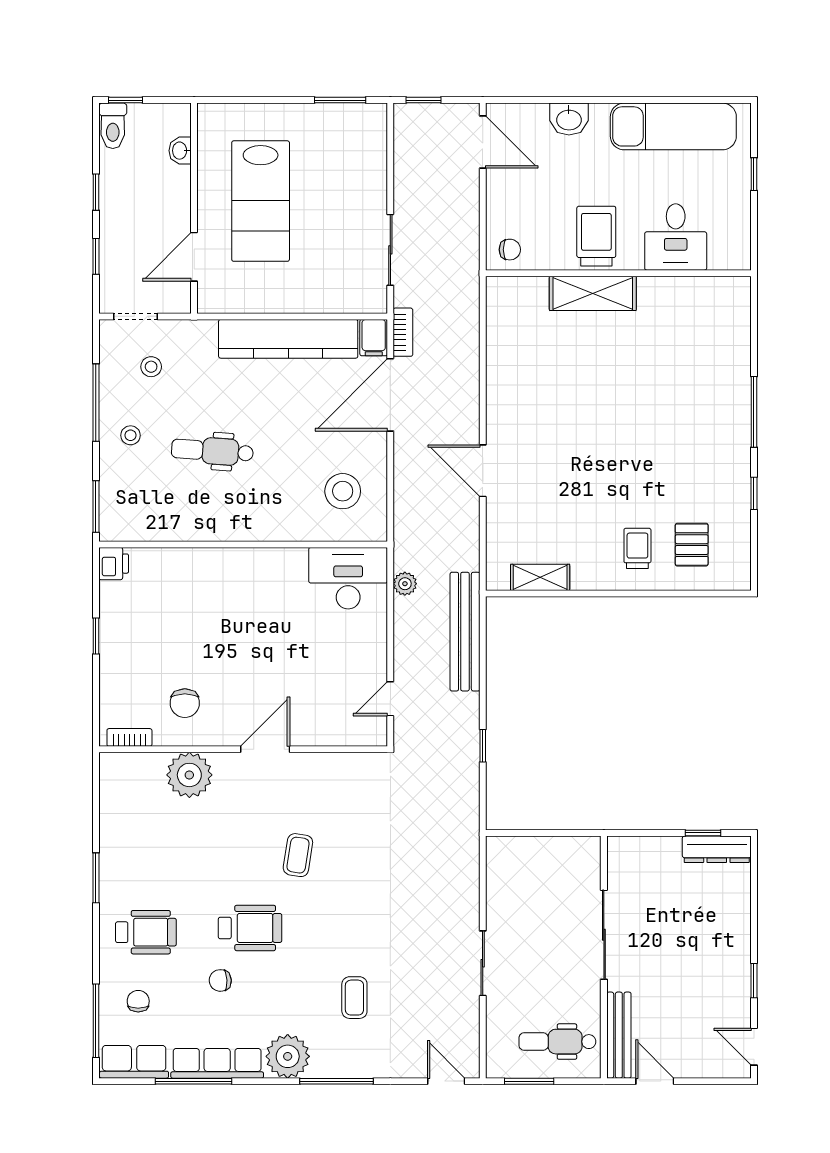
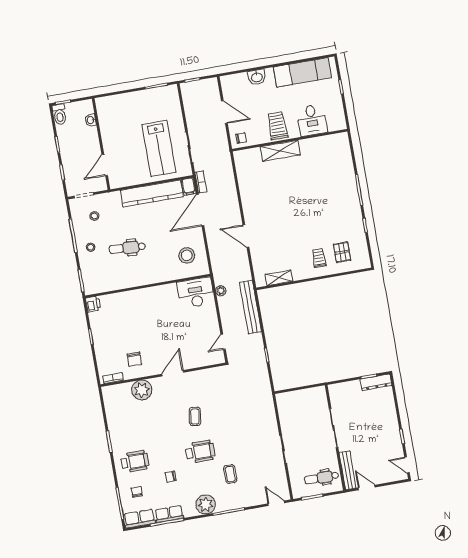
door: (483, 142) -> (224, 112), moved
lab bench: (261, 201) -> (159, 148), moved
wheelchair: (250, 928) -> (200, 452), moved
row of seats: (217, 1063) -> (169, 514), width x0.68

